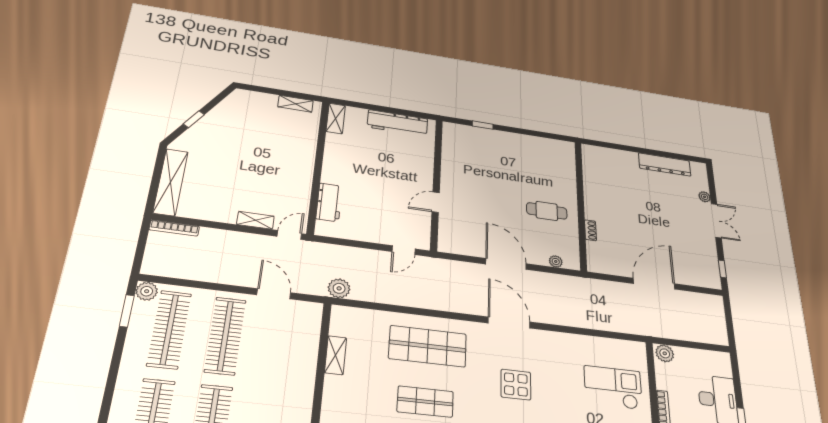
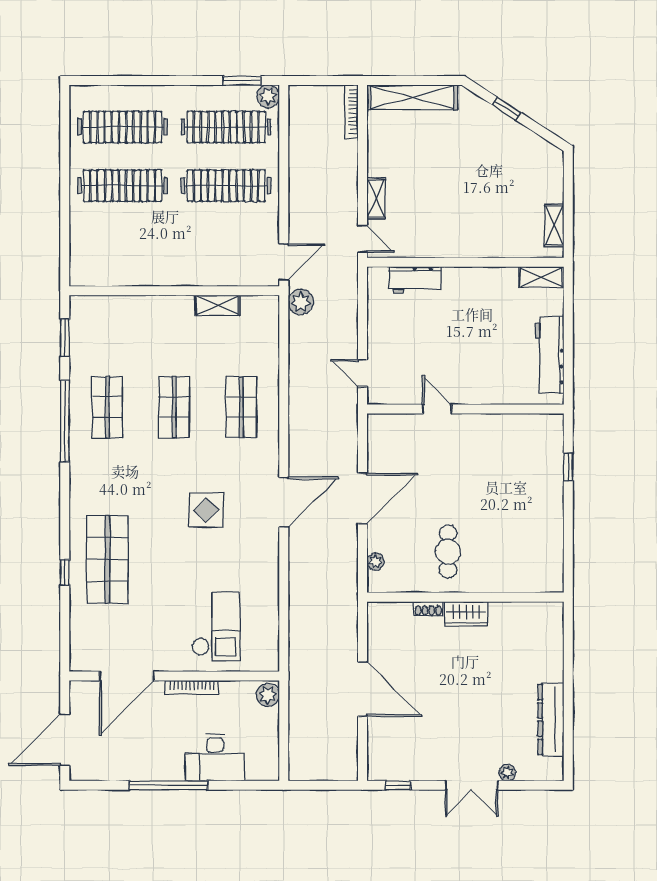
wardrobe: (593, 206) -> (466, 614), added
door: (274, 294) -> (284, 262), moved
shop shelf: (428, 346) -> (241, 407), width x0.70, depth x0.74

